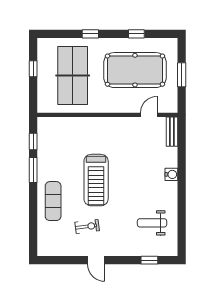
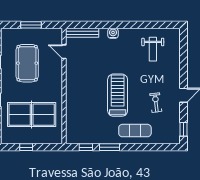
pool table: (135, 70) -> (27, 63), width x0.73, depth x0.76
bench: (172, 132) -> (82, 33), width x1.36
treadmill: (96, 180) -> (118, 95), turned -90
window: (149, 260) -> (183, 129), moved

